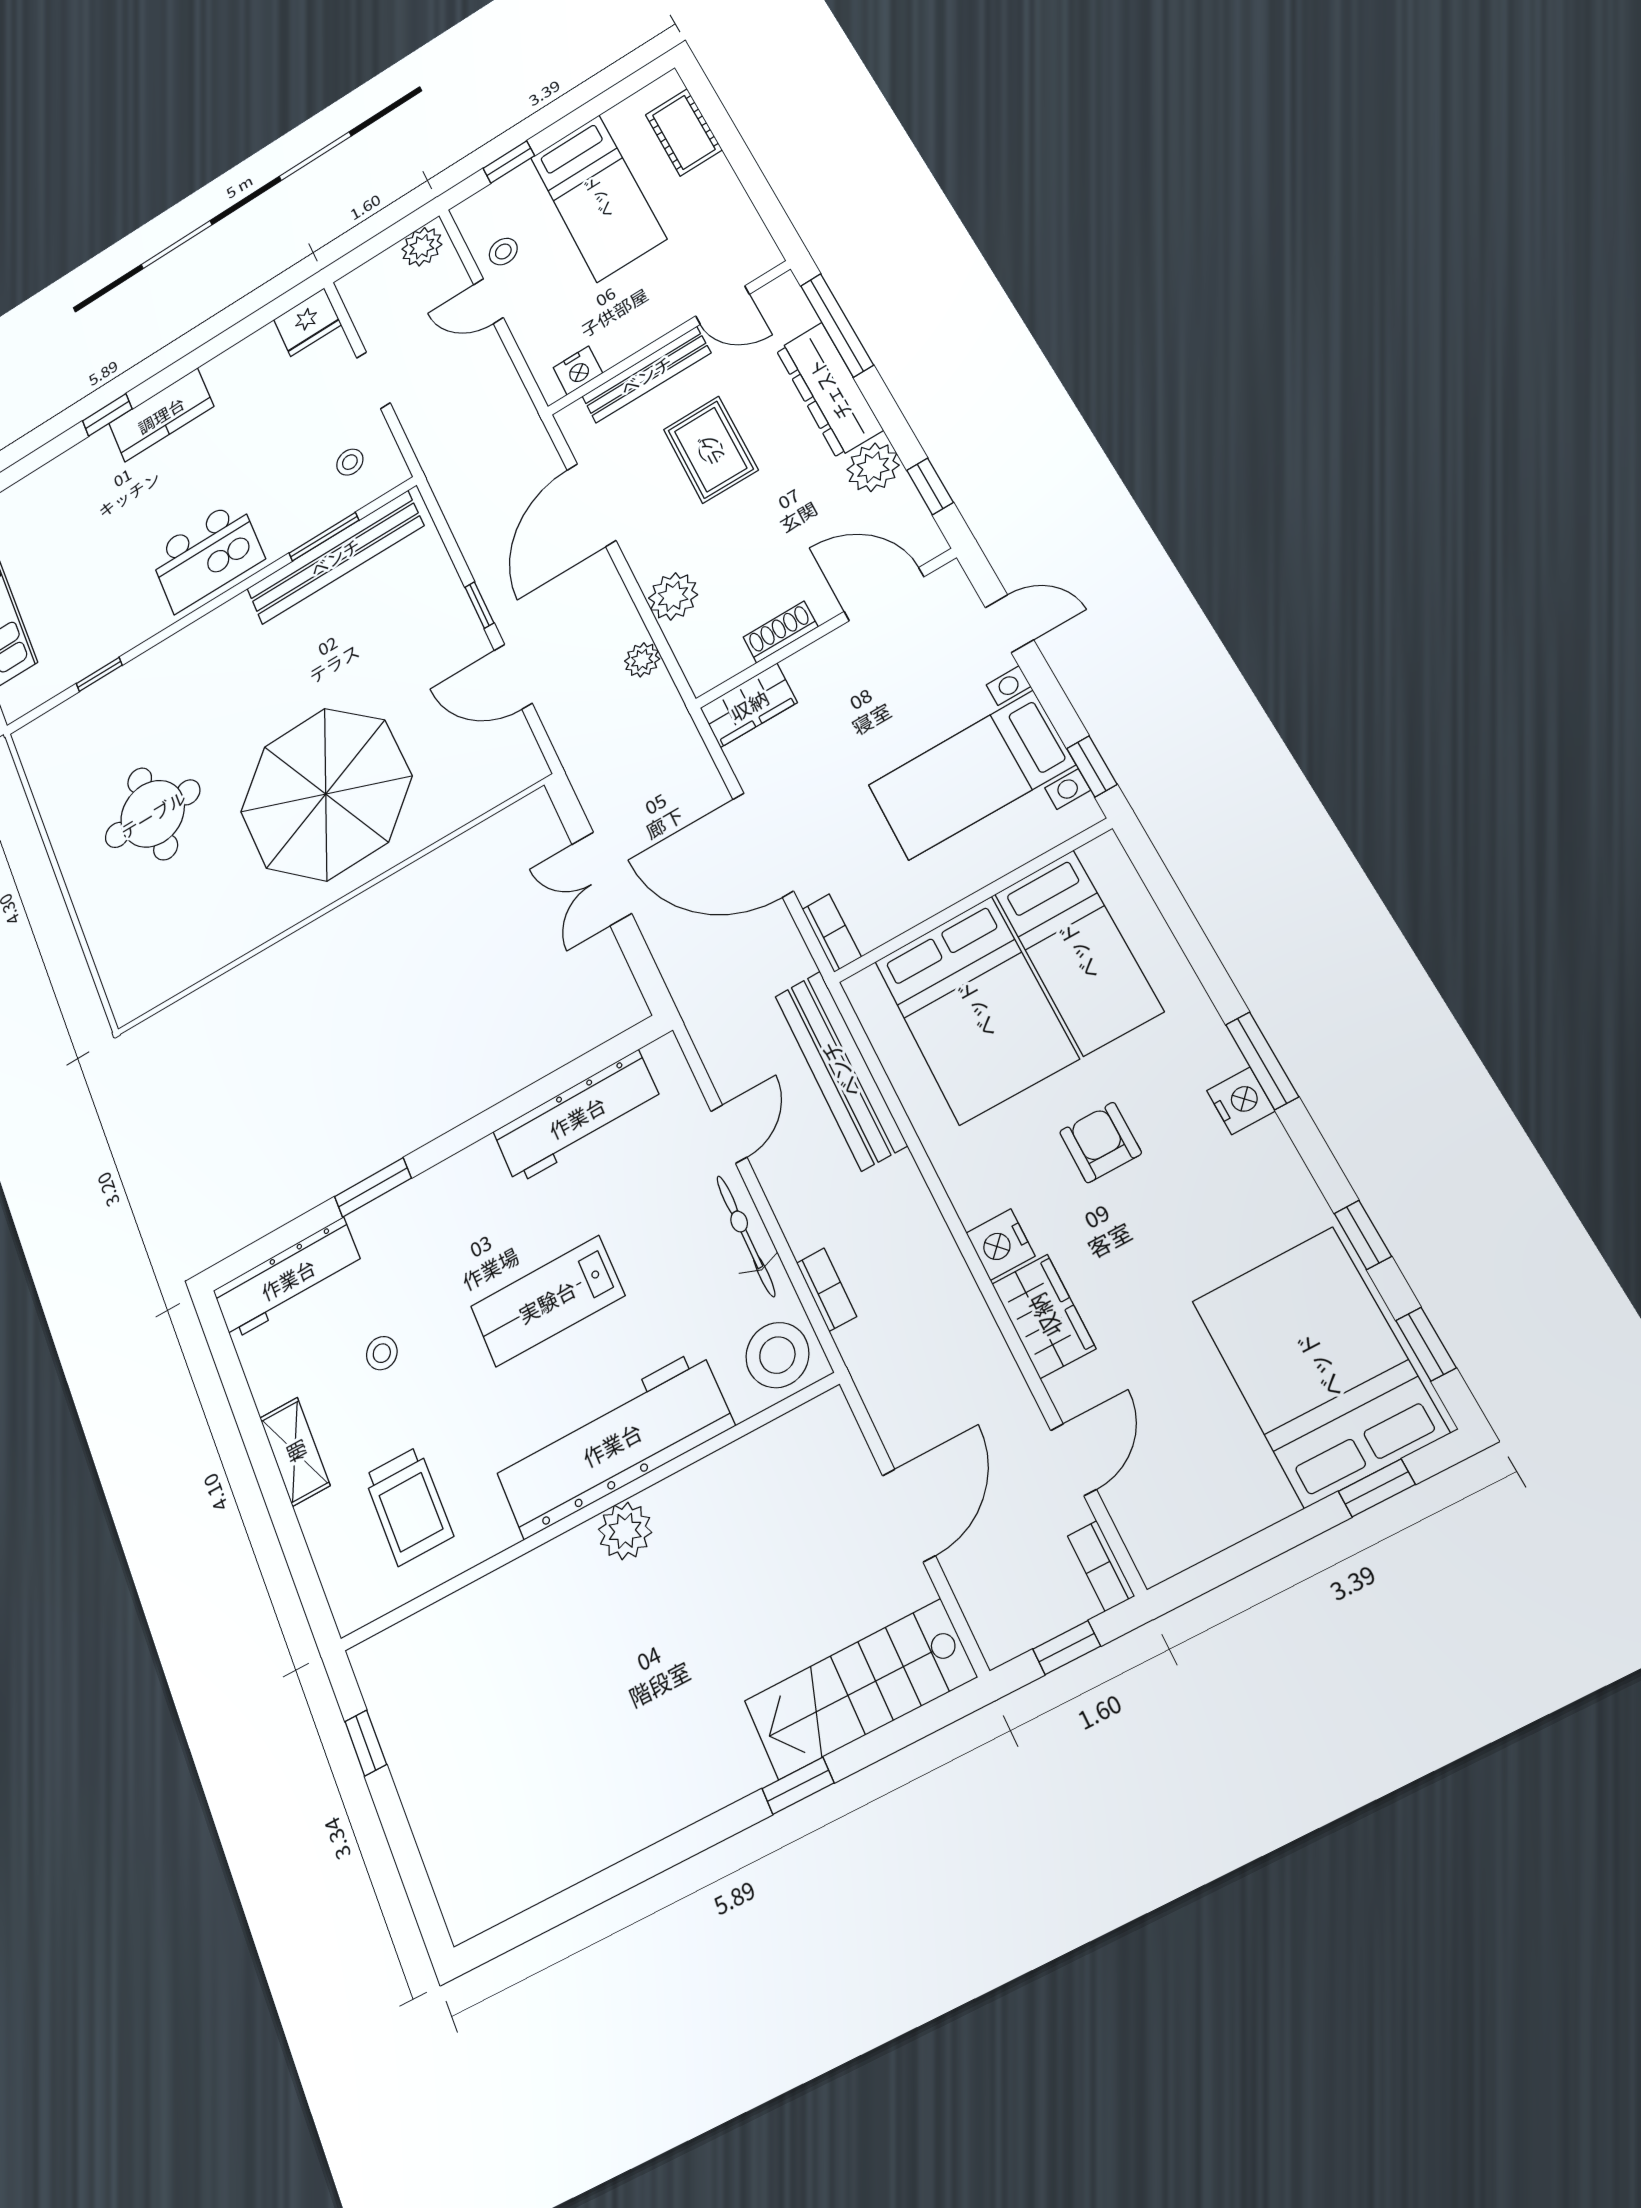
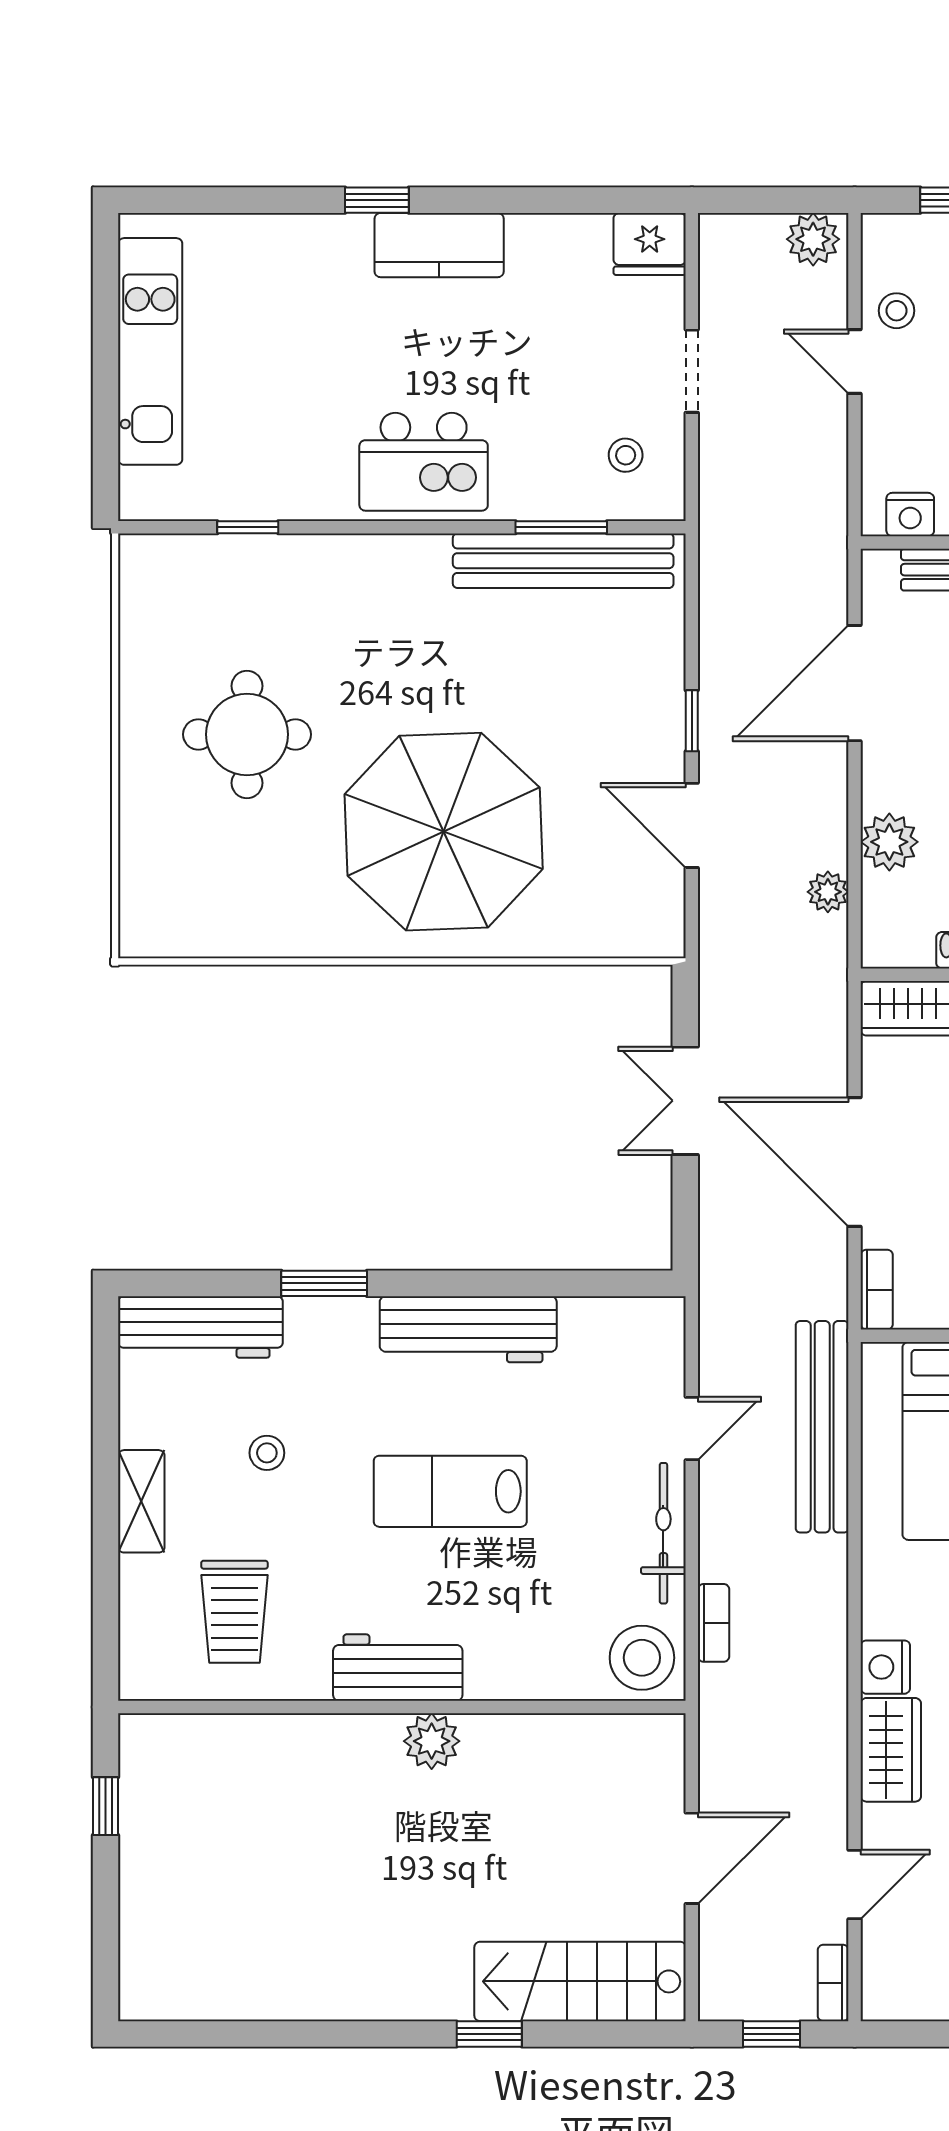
workbench: (577, 1117) -> (468, 1329), moved
workbench: (612, 1444) -> (398, 1668), width x0.53, depth x0.76

